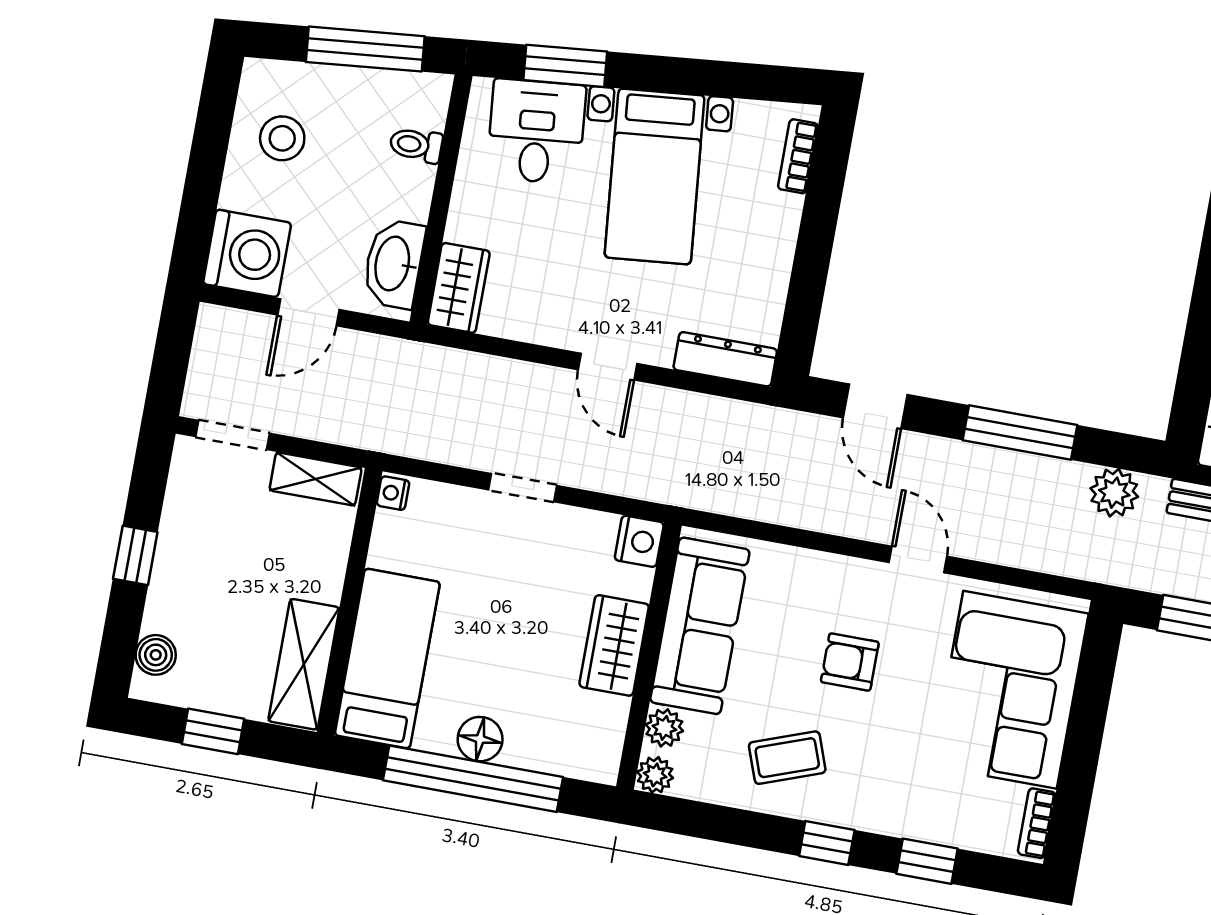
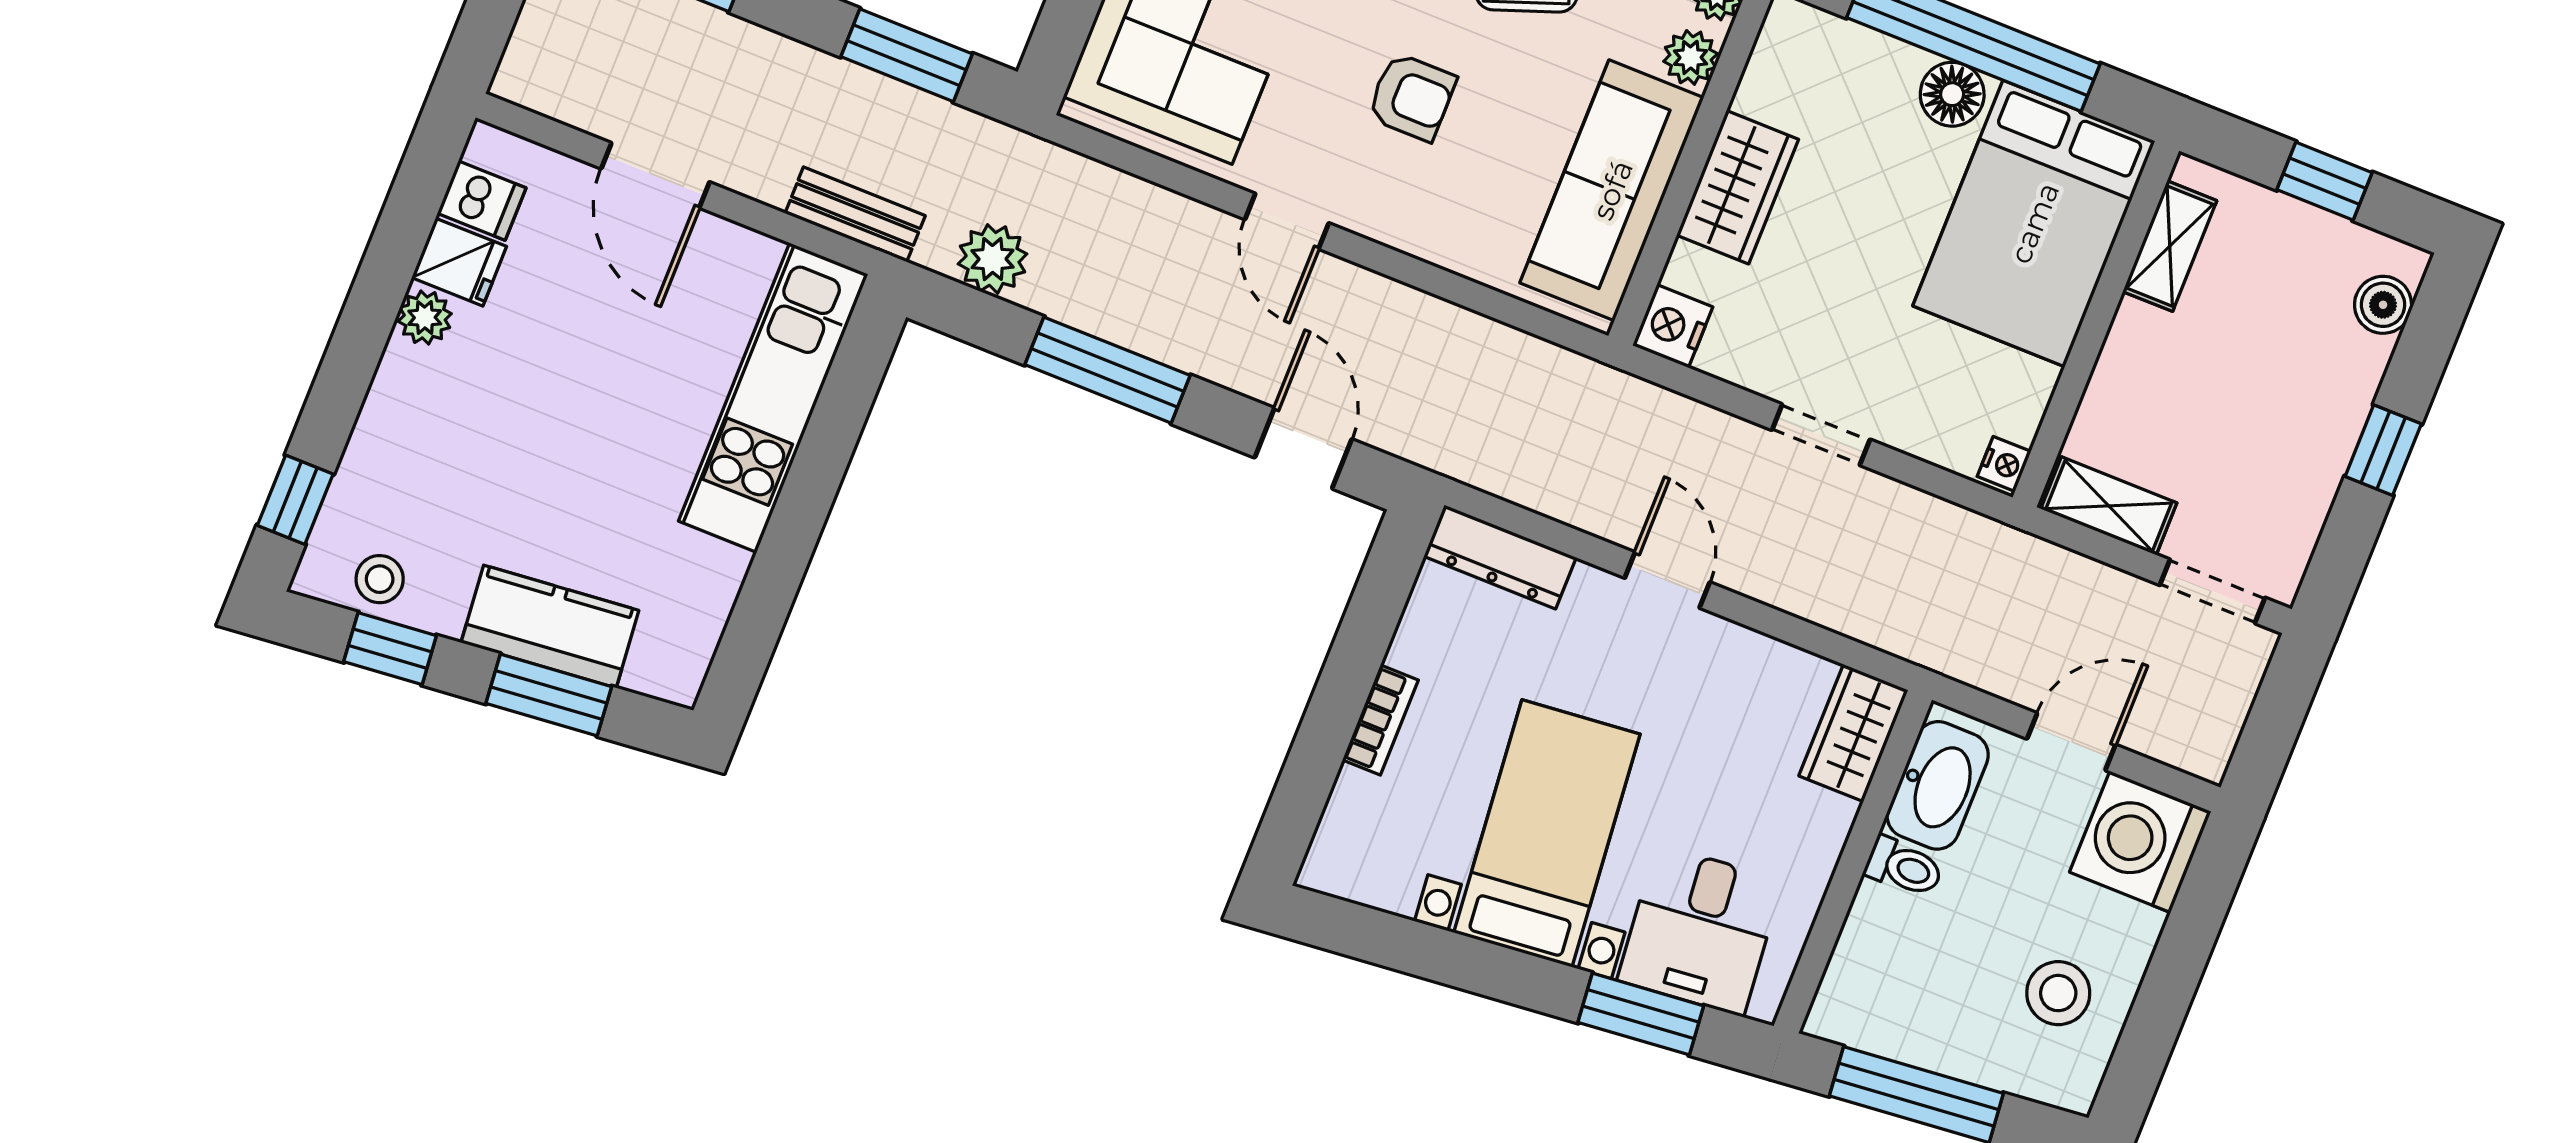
toilet: (416, 145) -> (1904, 867), moved
bookcase: (798, 156) -> (1380, 720), moved
bed: (387, 659) -> (2034, 223), width x1.50
shelving: (304, 664) -> (2170, 246), width x0.67, depth x0.75

